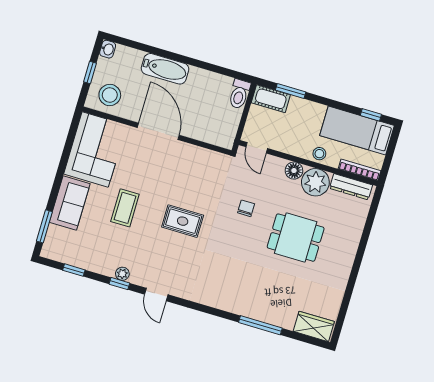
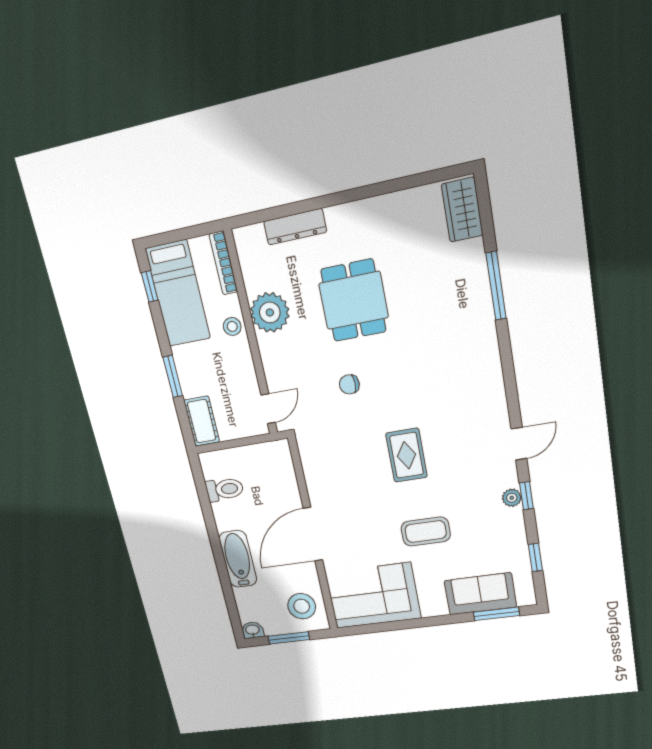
window: (90, 73) -> (289, 638), width x1.50
window: (291, 91) -> (173, 376), moved
toilet: (239, 94) -> (225, 489), moved
floor lamp: (294, 171) -> (270, 348), removed
dresser: (351, 187) -> (295, 227), moved, turned 90
sofa: (70, 203) -> (480, 594), moved

